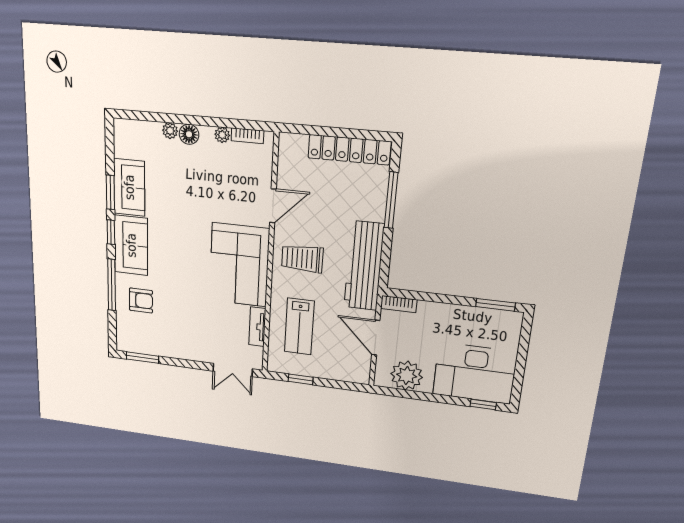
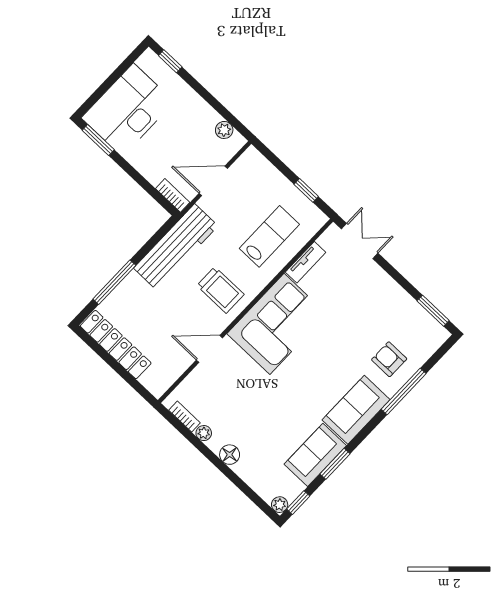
plant: (170, 131) -> (280, 505), moved
window: (111, 232) -> (298, 503), moved
door: (376, 338) -> (213, 181), swing flipped
desk: (475, 373) -> (128, 110), moved, turned -90
plant: (407, 376) -> (224, 130), width x0.53, depth x0.53

